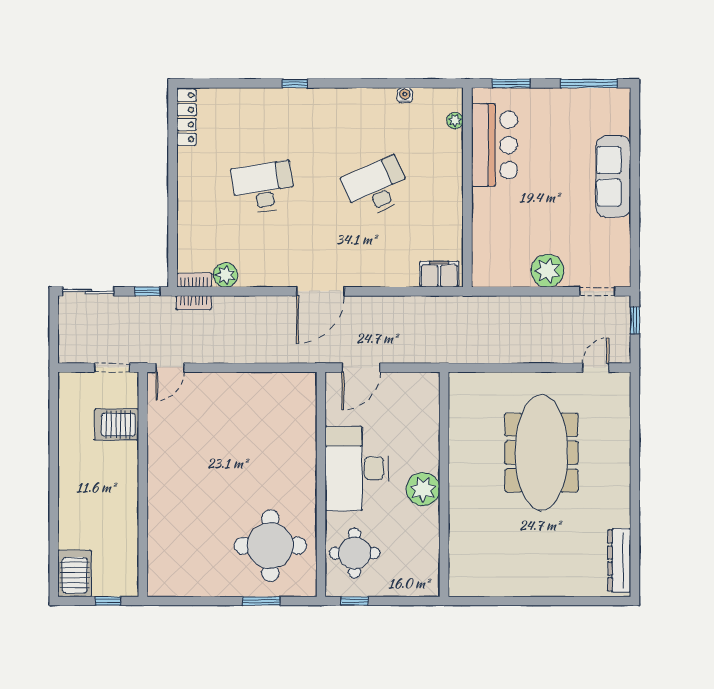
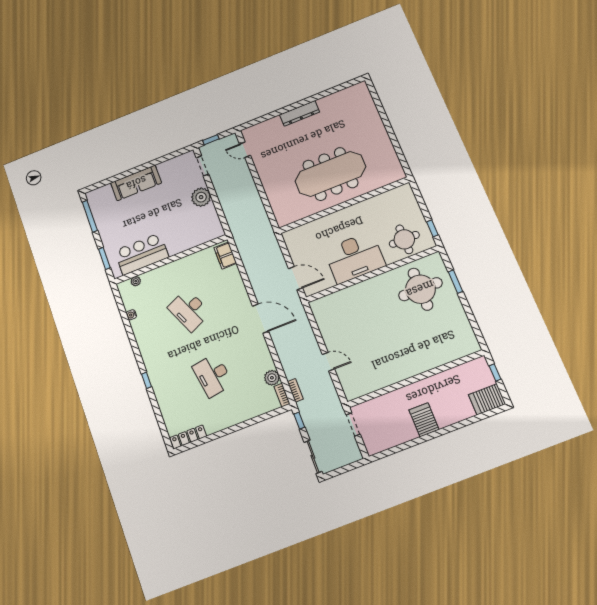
door: (170, 368) -> (328, 362), moved
server rack: (117, 425) -> (424, 420), moved, turned 180
meeting table: (541, 453) -> (330, 174), moved
plant: (423, 489) -> (351, 216), removed
dresser: (619, 561) -> (300, 113), moved

